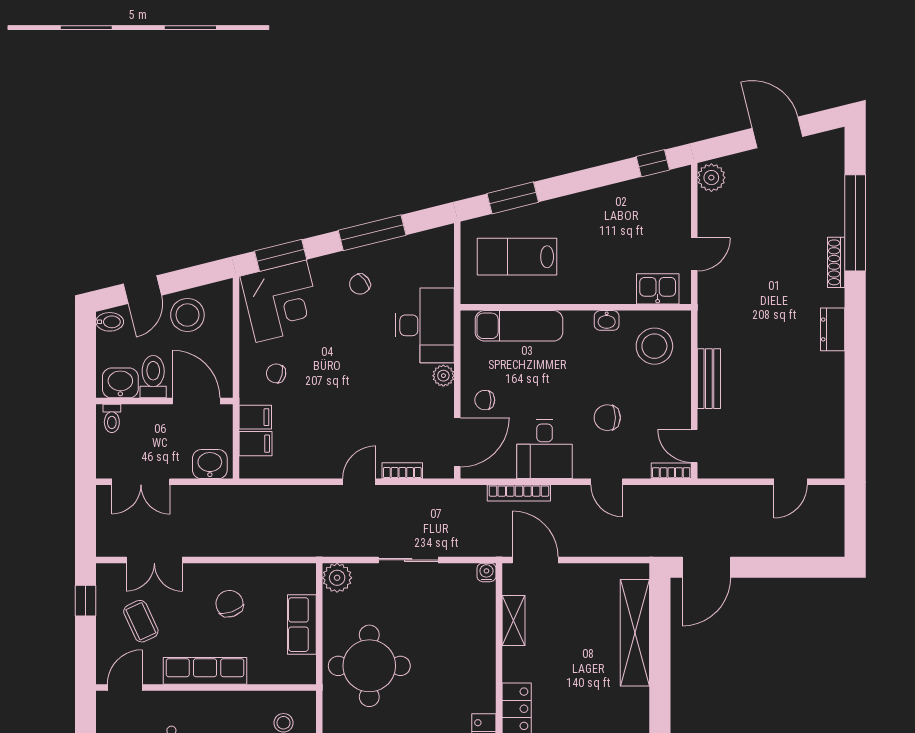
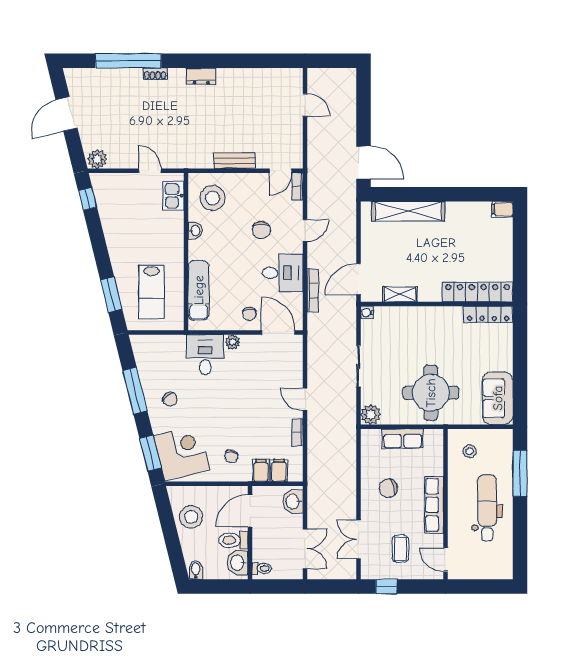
shoe rack: (836, 262) -> (155, 74), width x0.70
door: (142, 290) -> (174, 548), removed
desk: (425, 325) -> (205, 355), width x0.73
bookcase: (402, 471) -> (297, 432), moved
double door: (154, 560) -> (358, 540), swing flipped
coffee table: (141, 621) -> (400, 549), turned -65

